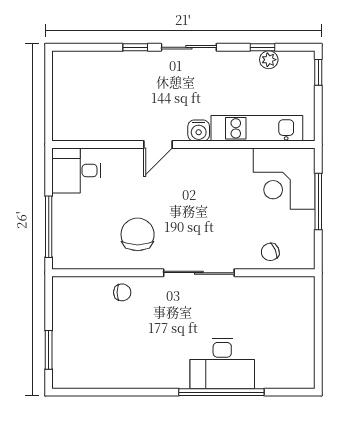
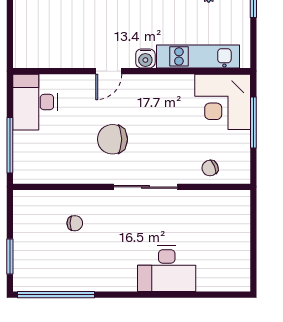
desk: (76, 170) -> (35, 102), width x1.37
chair: (138, 234) -> (112, 139), moved, turned -90
chair: (122, 292) -> (75, 223), moved
window: (221, 392) -> (56, 295), moved

